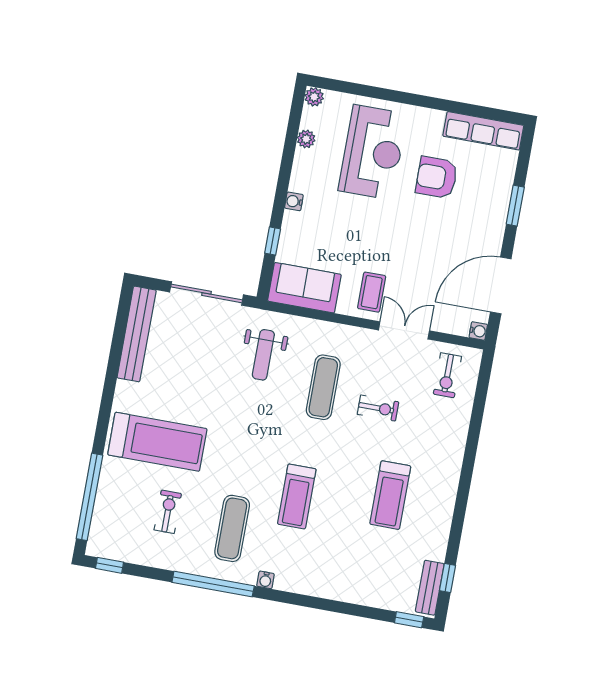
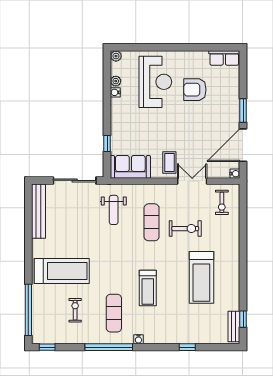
row of seats: (483, 131) -> (224, 58), width x0.68
water cooler: (294, 201) -> (115, 92), moved
window: (515, 206) -> (243, 110), moved
exercise bike: (378, 408) -> (185, 229), width x1.38, depth x1.39
treadmill: (390, 495) -> (201, 277), width x1.37, depth x1.38
window: (409, 620) -> (187, 347), moved

